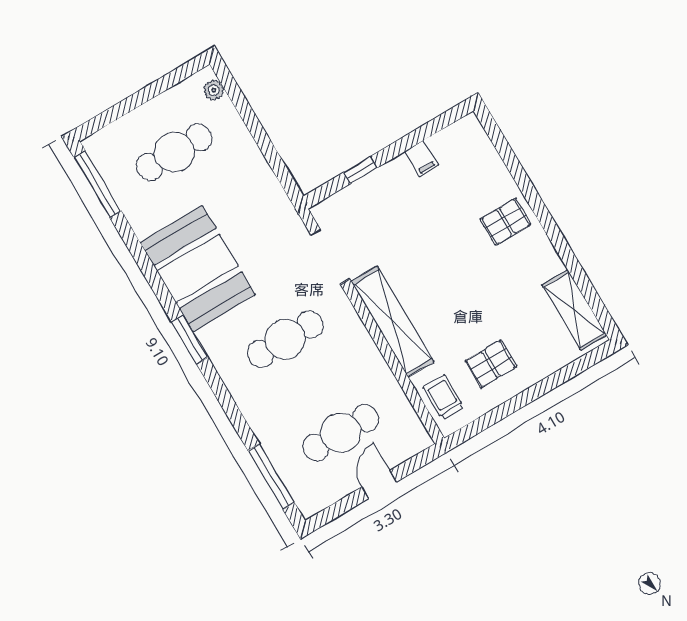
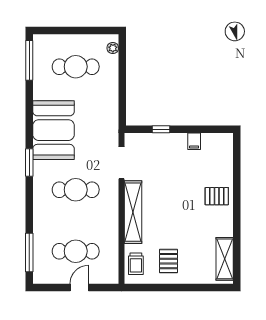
pallet: (491, 364) -> (169, 261), turned 90
trolley: (444, 397) -> (136, 264), turned 180

